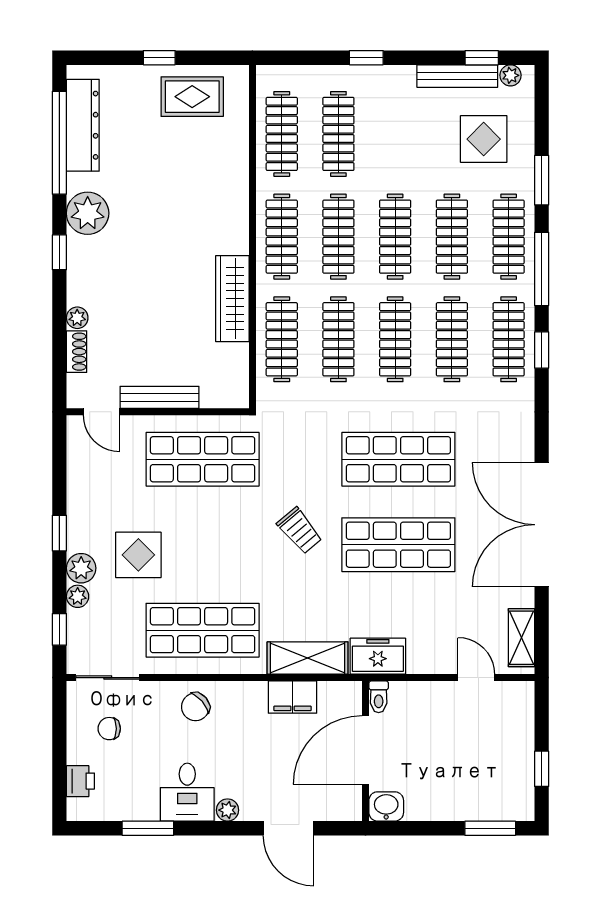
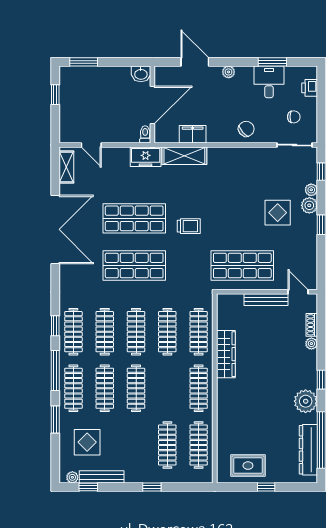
clothes rail: (338, 237) -> (167, 388), removed
trolley: (300, 531) -> (189, 226), turned 130
shop shelf: (203, 630) -> (242, 171), removed
desk: (187, 792) -> (269, 82), moved

